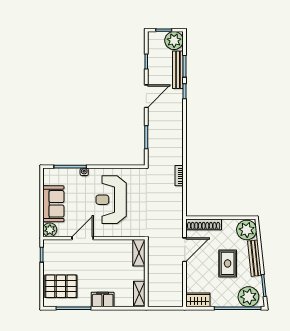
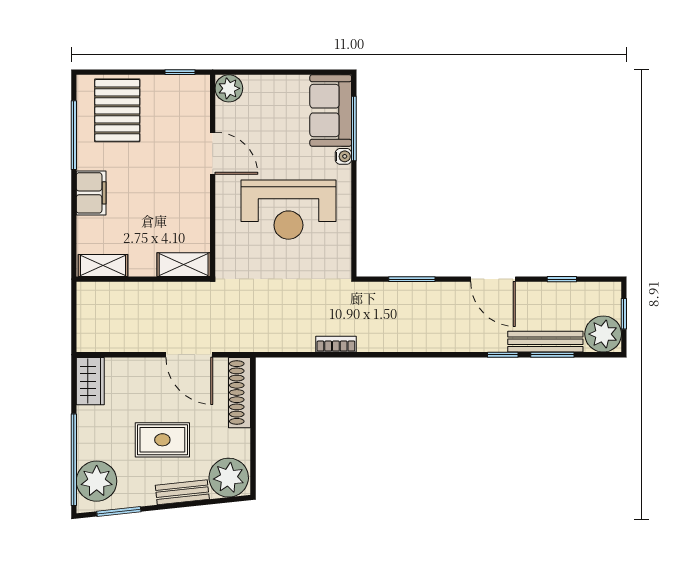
reception desk: (111, 200) -> (288, 210), turned 180
sofa: (53, 204) -> (331, 111), moved, turned 90
bench: (255, 258) -> (182, 492), width x0.73

